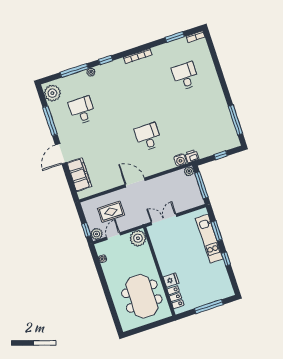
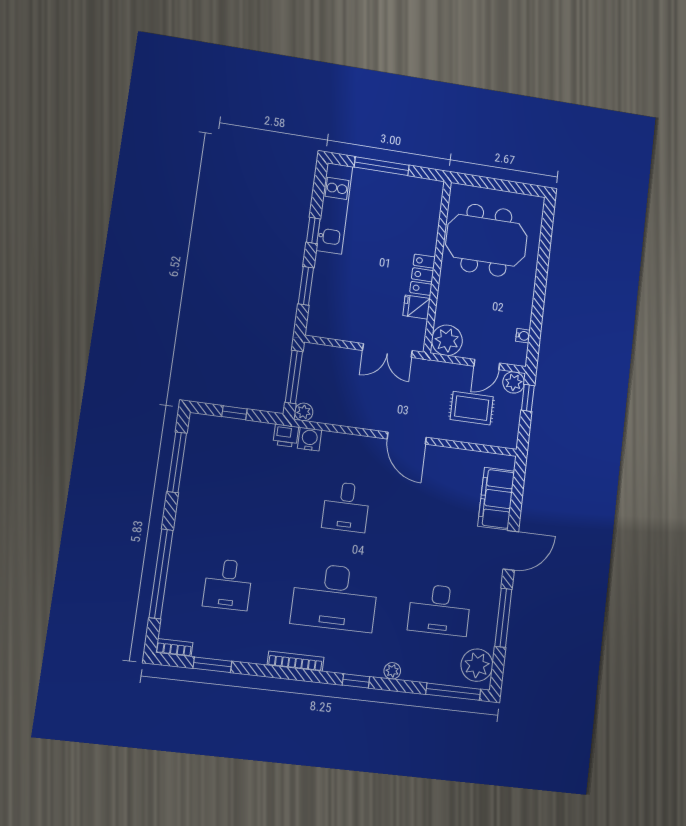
window: (218, 67) -> (161, 574), added
window: (74, 70) -> (453, 692), moved
desk: (134, 93) -> (335, 597), added
desk: (82, 110) -> (439, 610), width x1.37
kitchen unit: (209, 239) -> (334, 208), moved
fridge: (171, 280) -> (417, 307), moved
meeting table: (142, 296) -> (486, 240), turned 90
locker: (175, 297) -> (423, 275), moved

